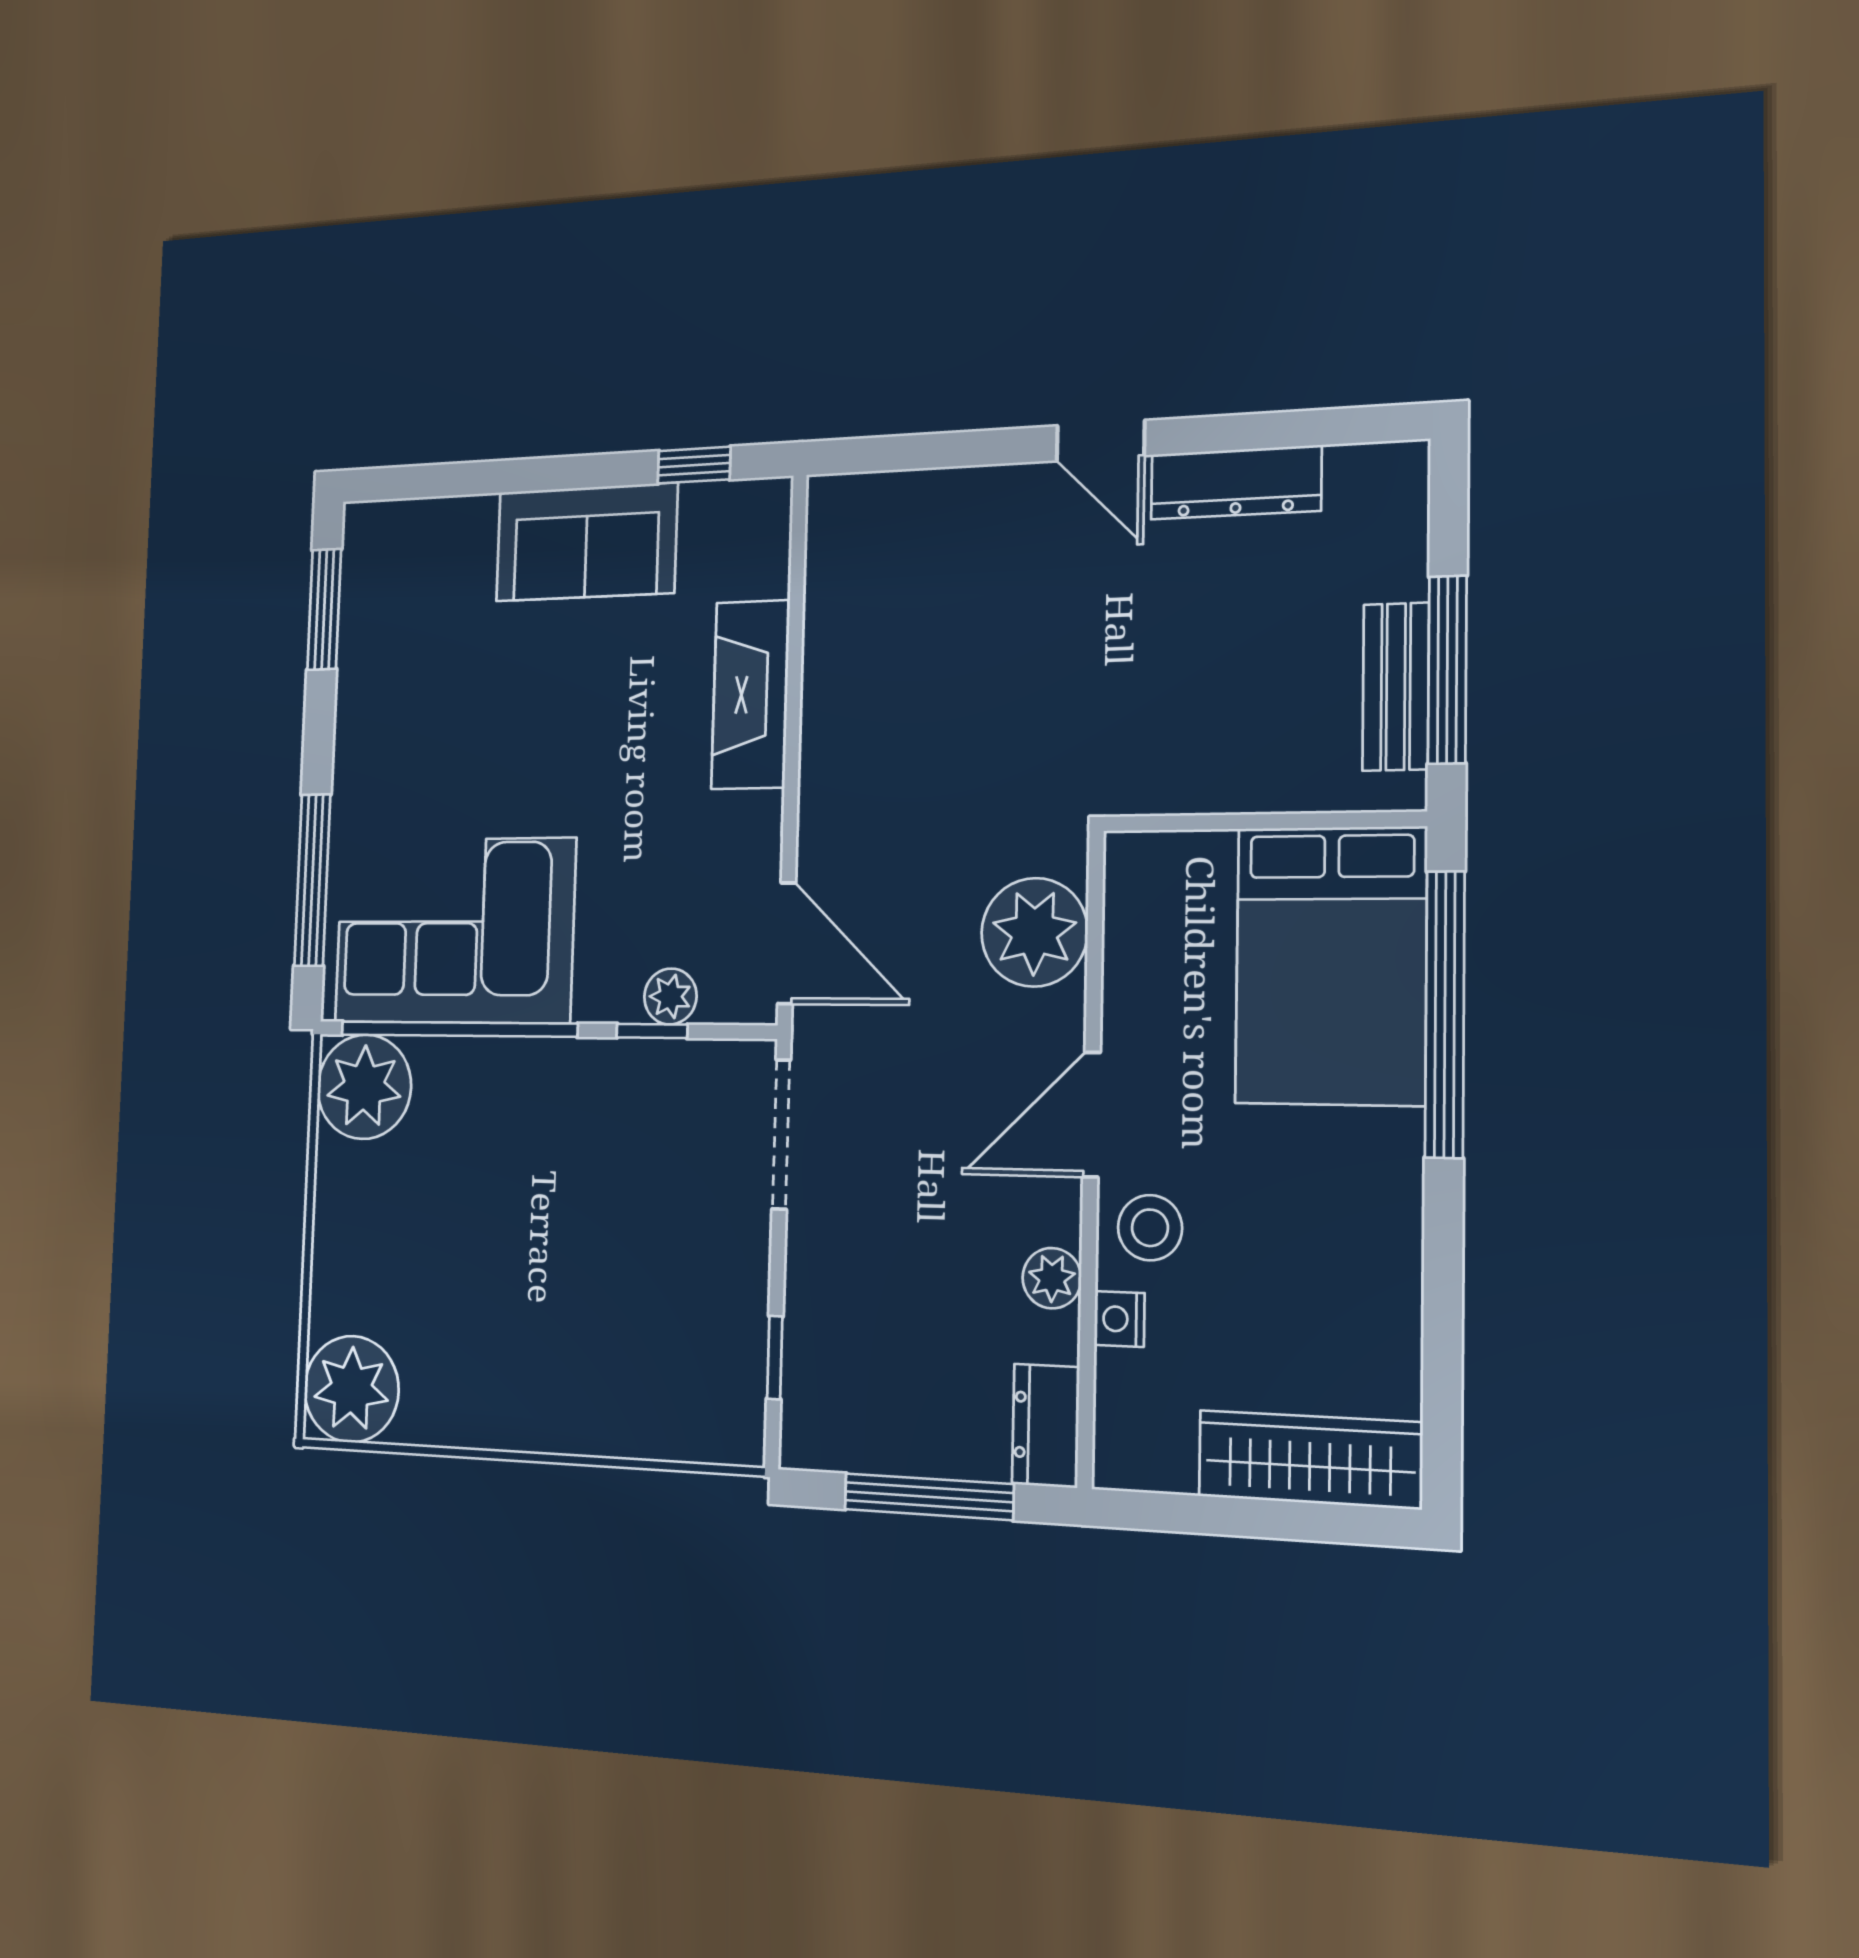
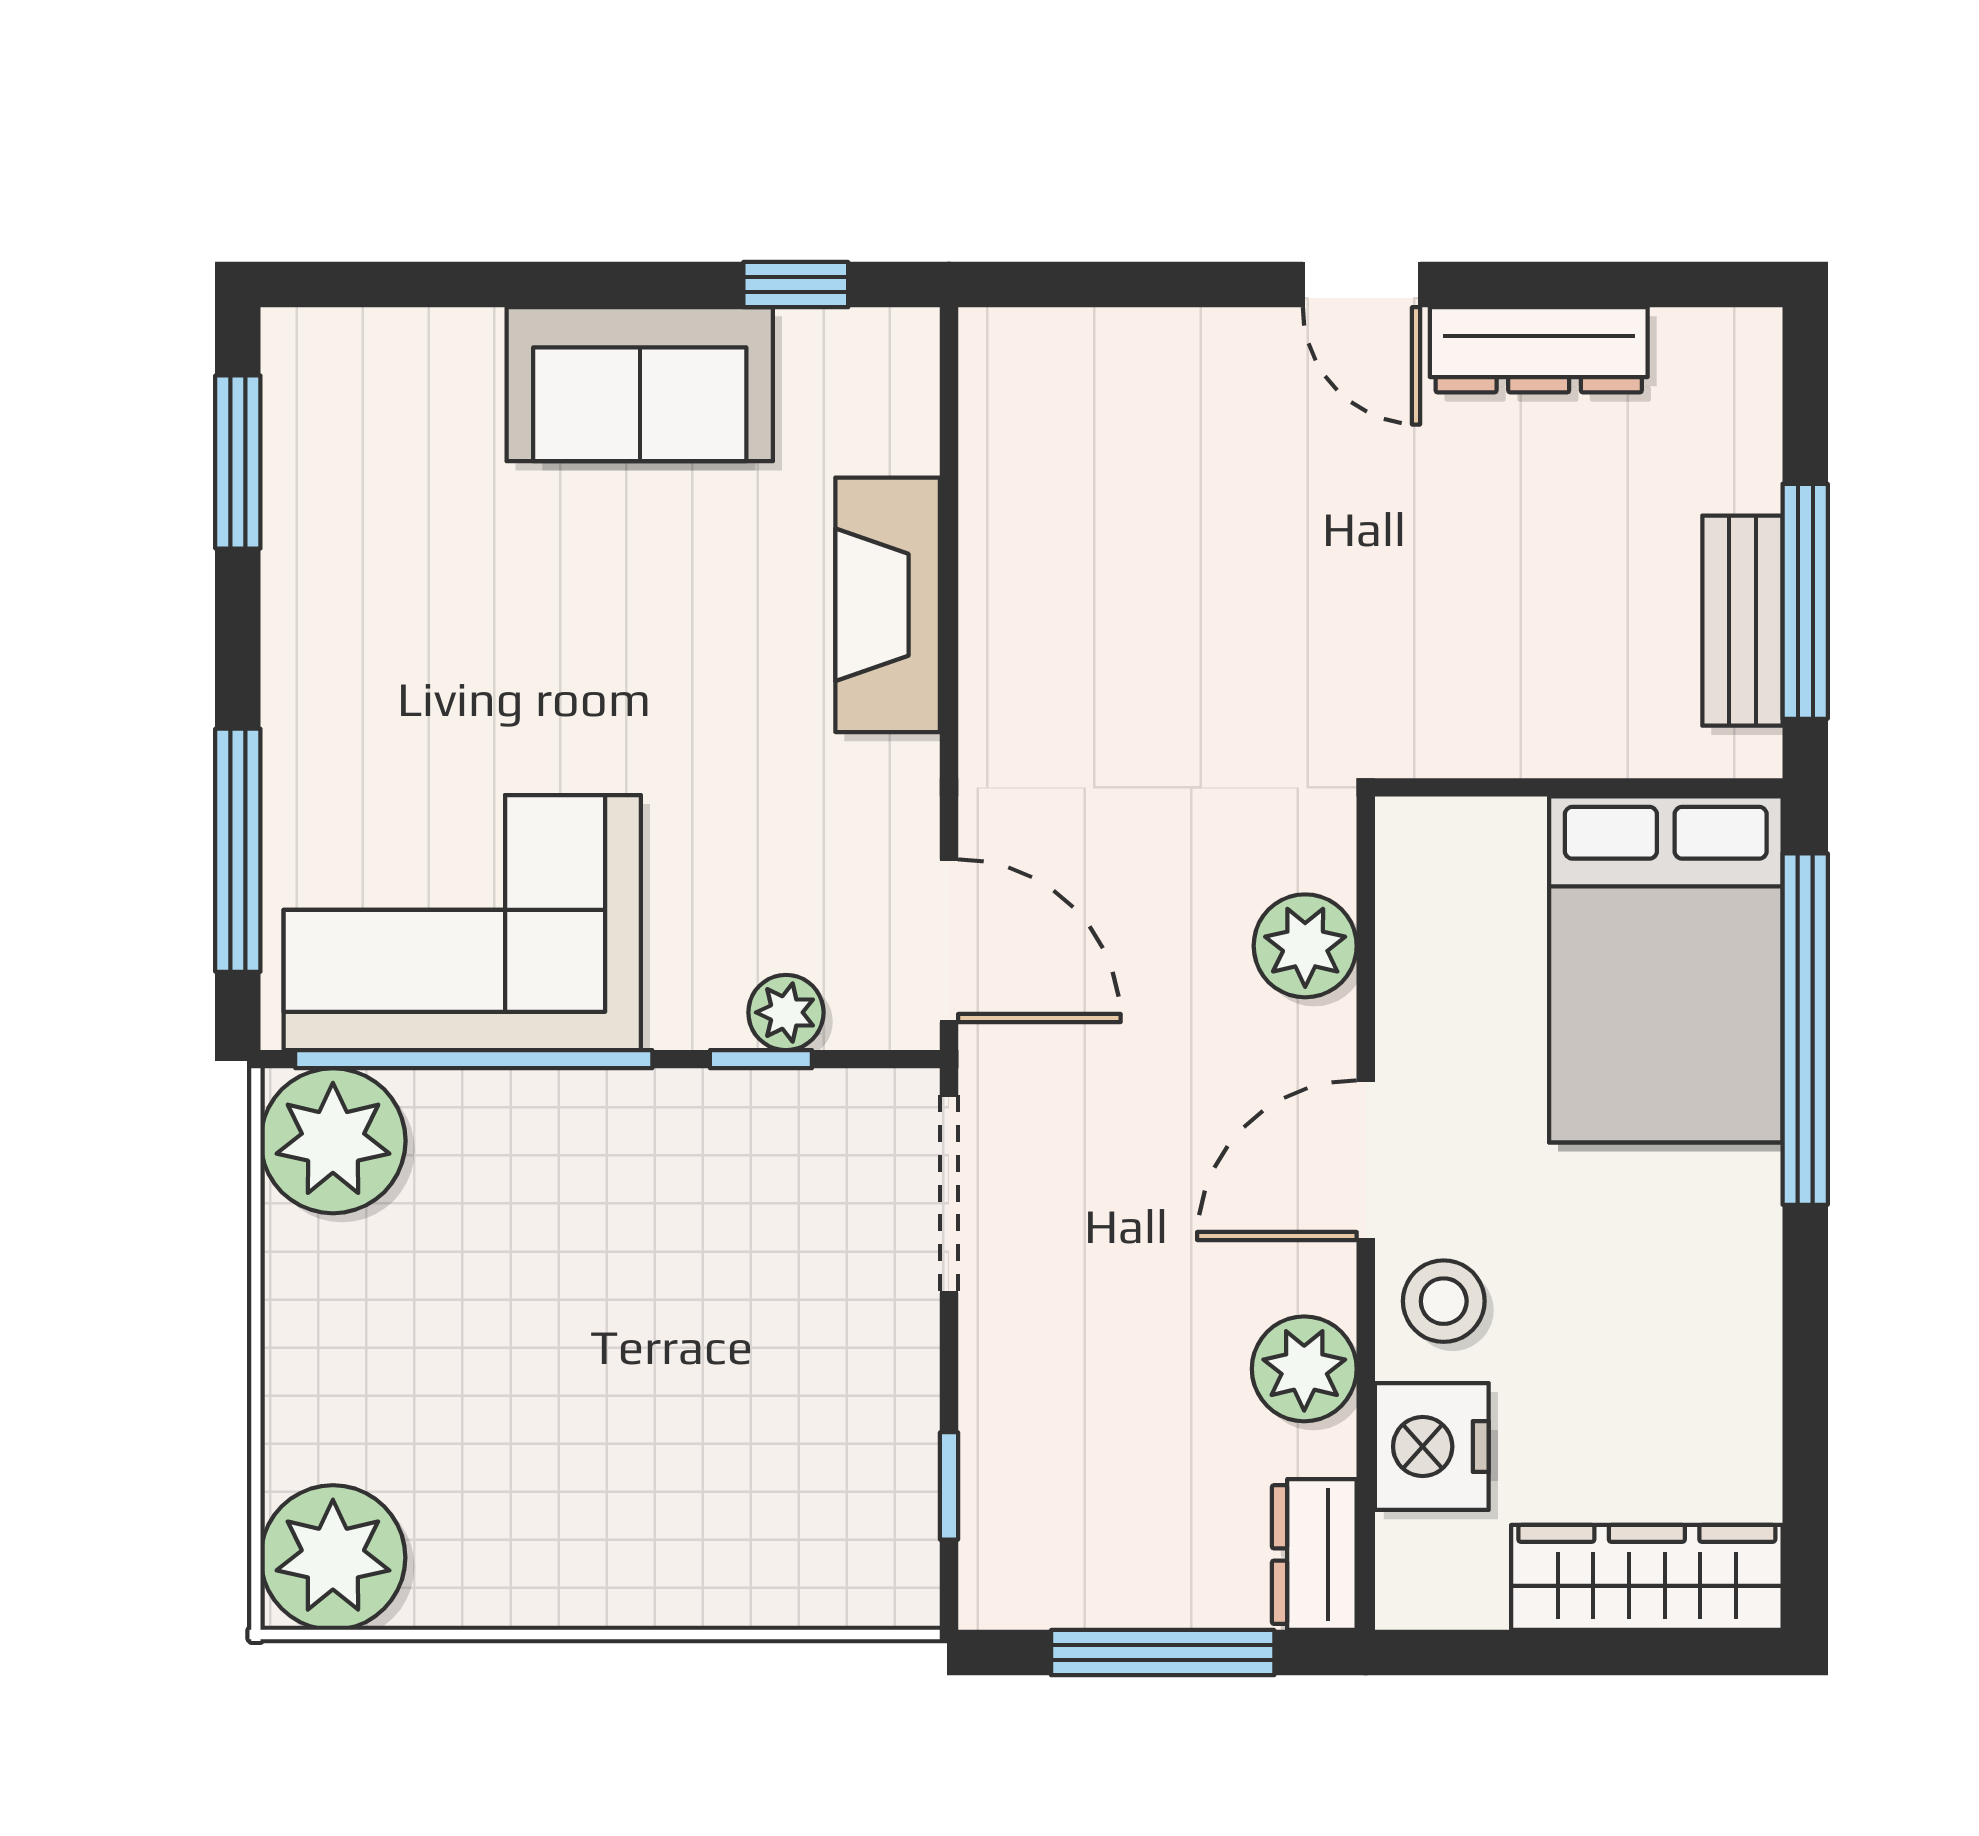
plant: (1034, 932) -> (1305, 946), width x0.73, depth x0.73
plant: (1052, 1278) -> (1304, 1369), width x1.38, depth x1.38
nightstand: (1119, 1319) -> (1432, 1447), width x1.89, depth x1.79

